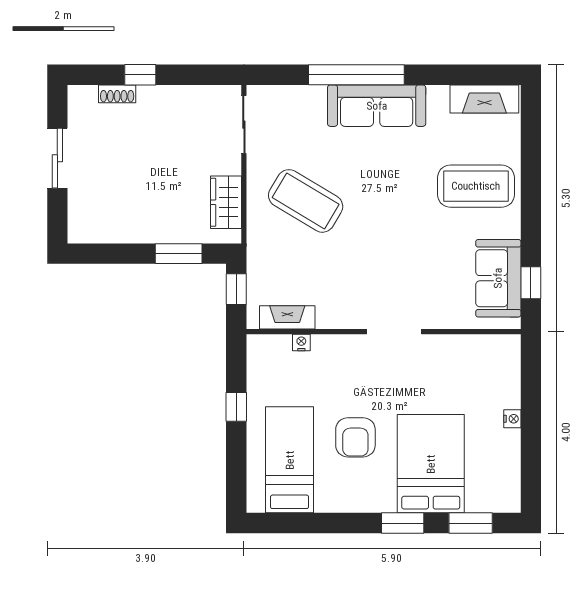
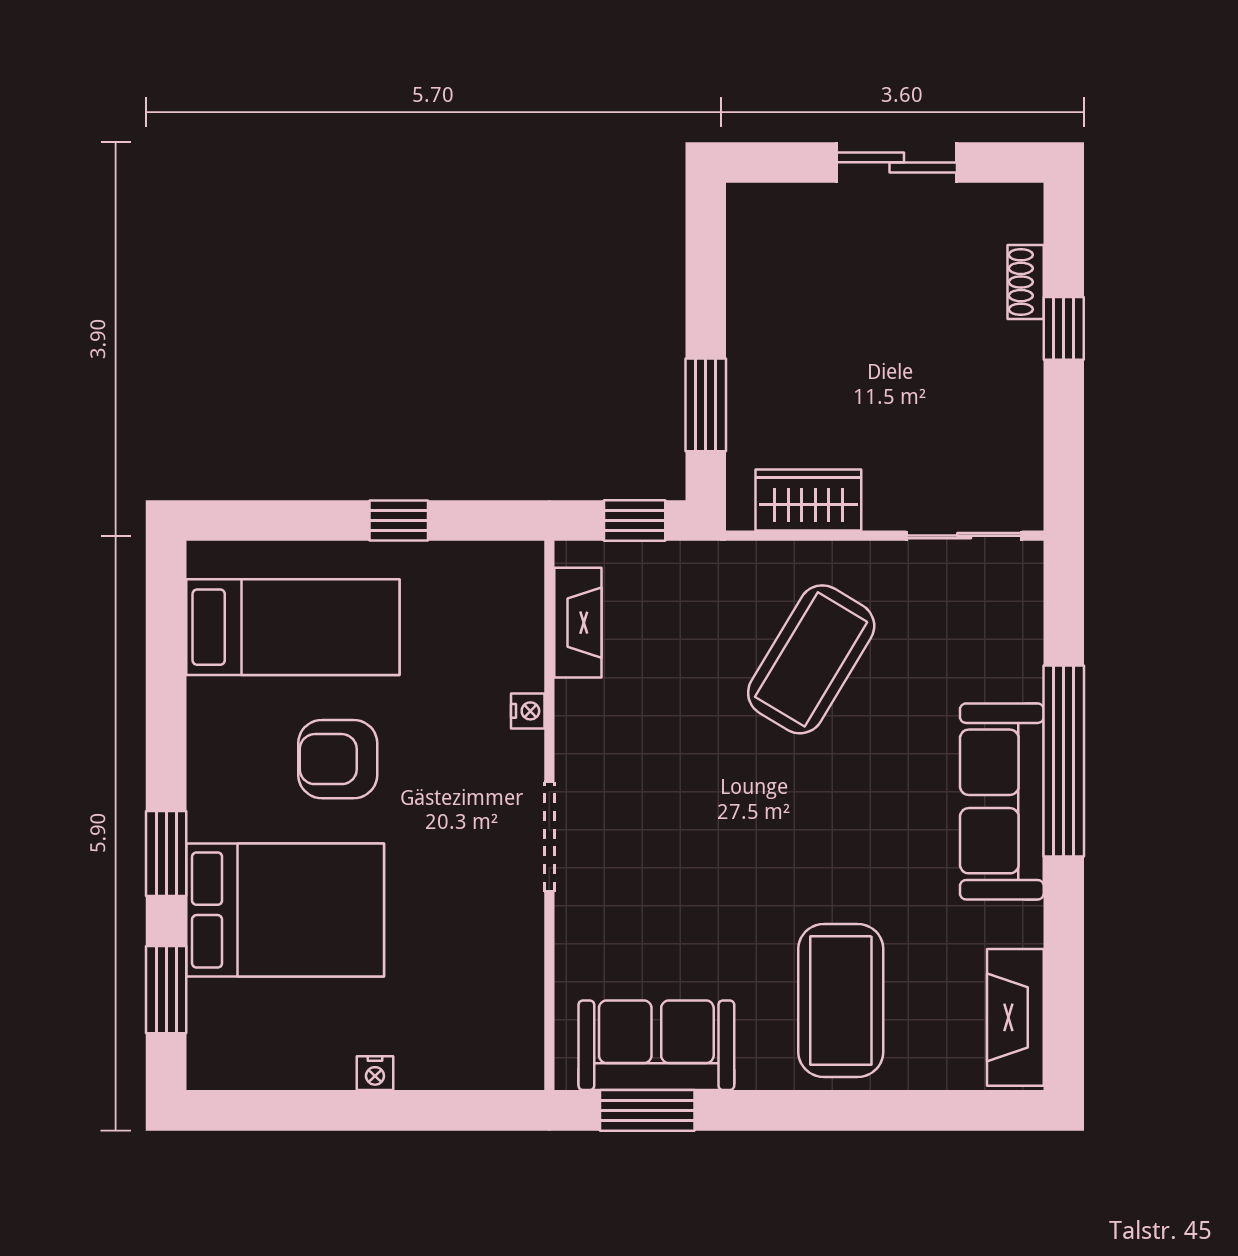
window: (531, 283) -> (647, 1110), width x1.50
nightstand: (301, 342) -> (528, 711), moved

